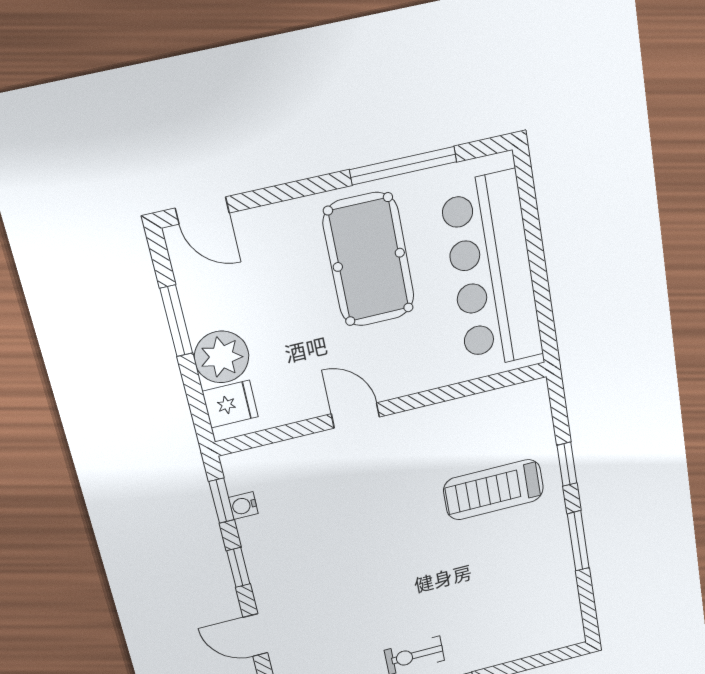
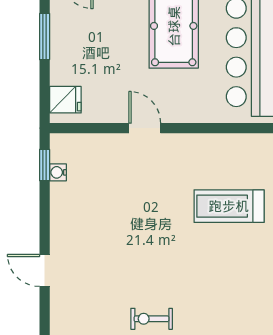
plant: (221, 357) -> (67, 67), removed
window: (238, 567) -> (45, 216), removed

